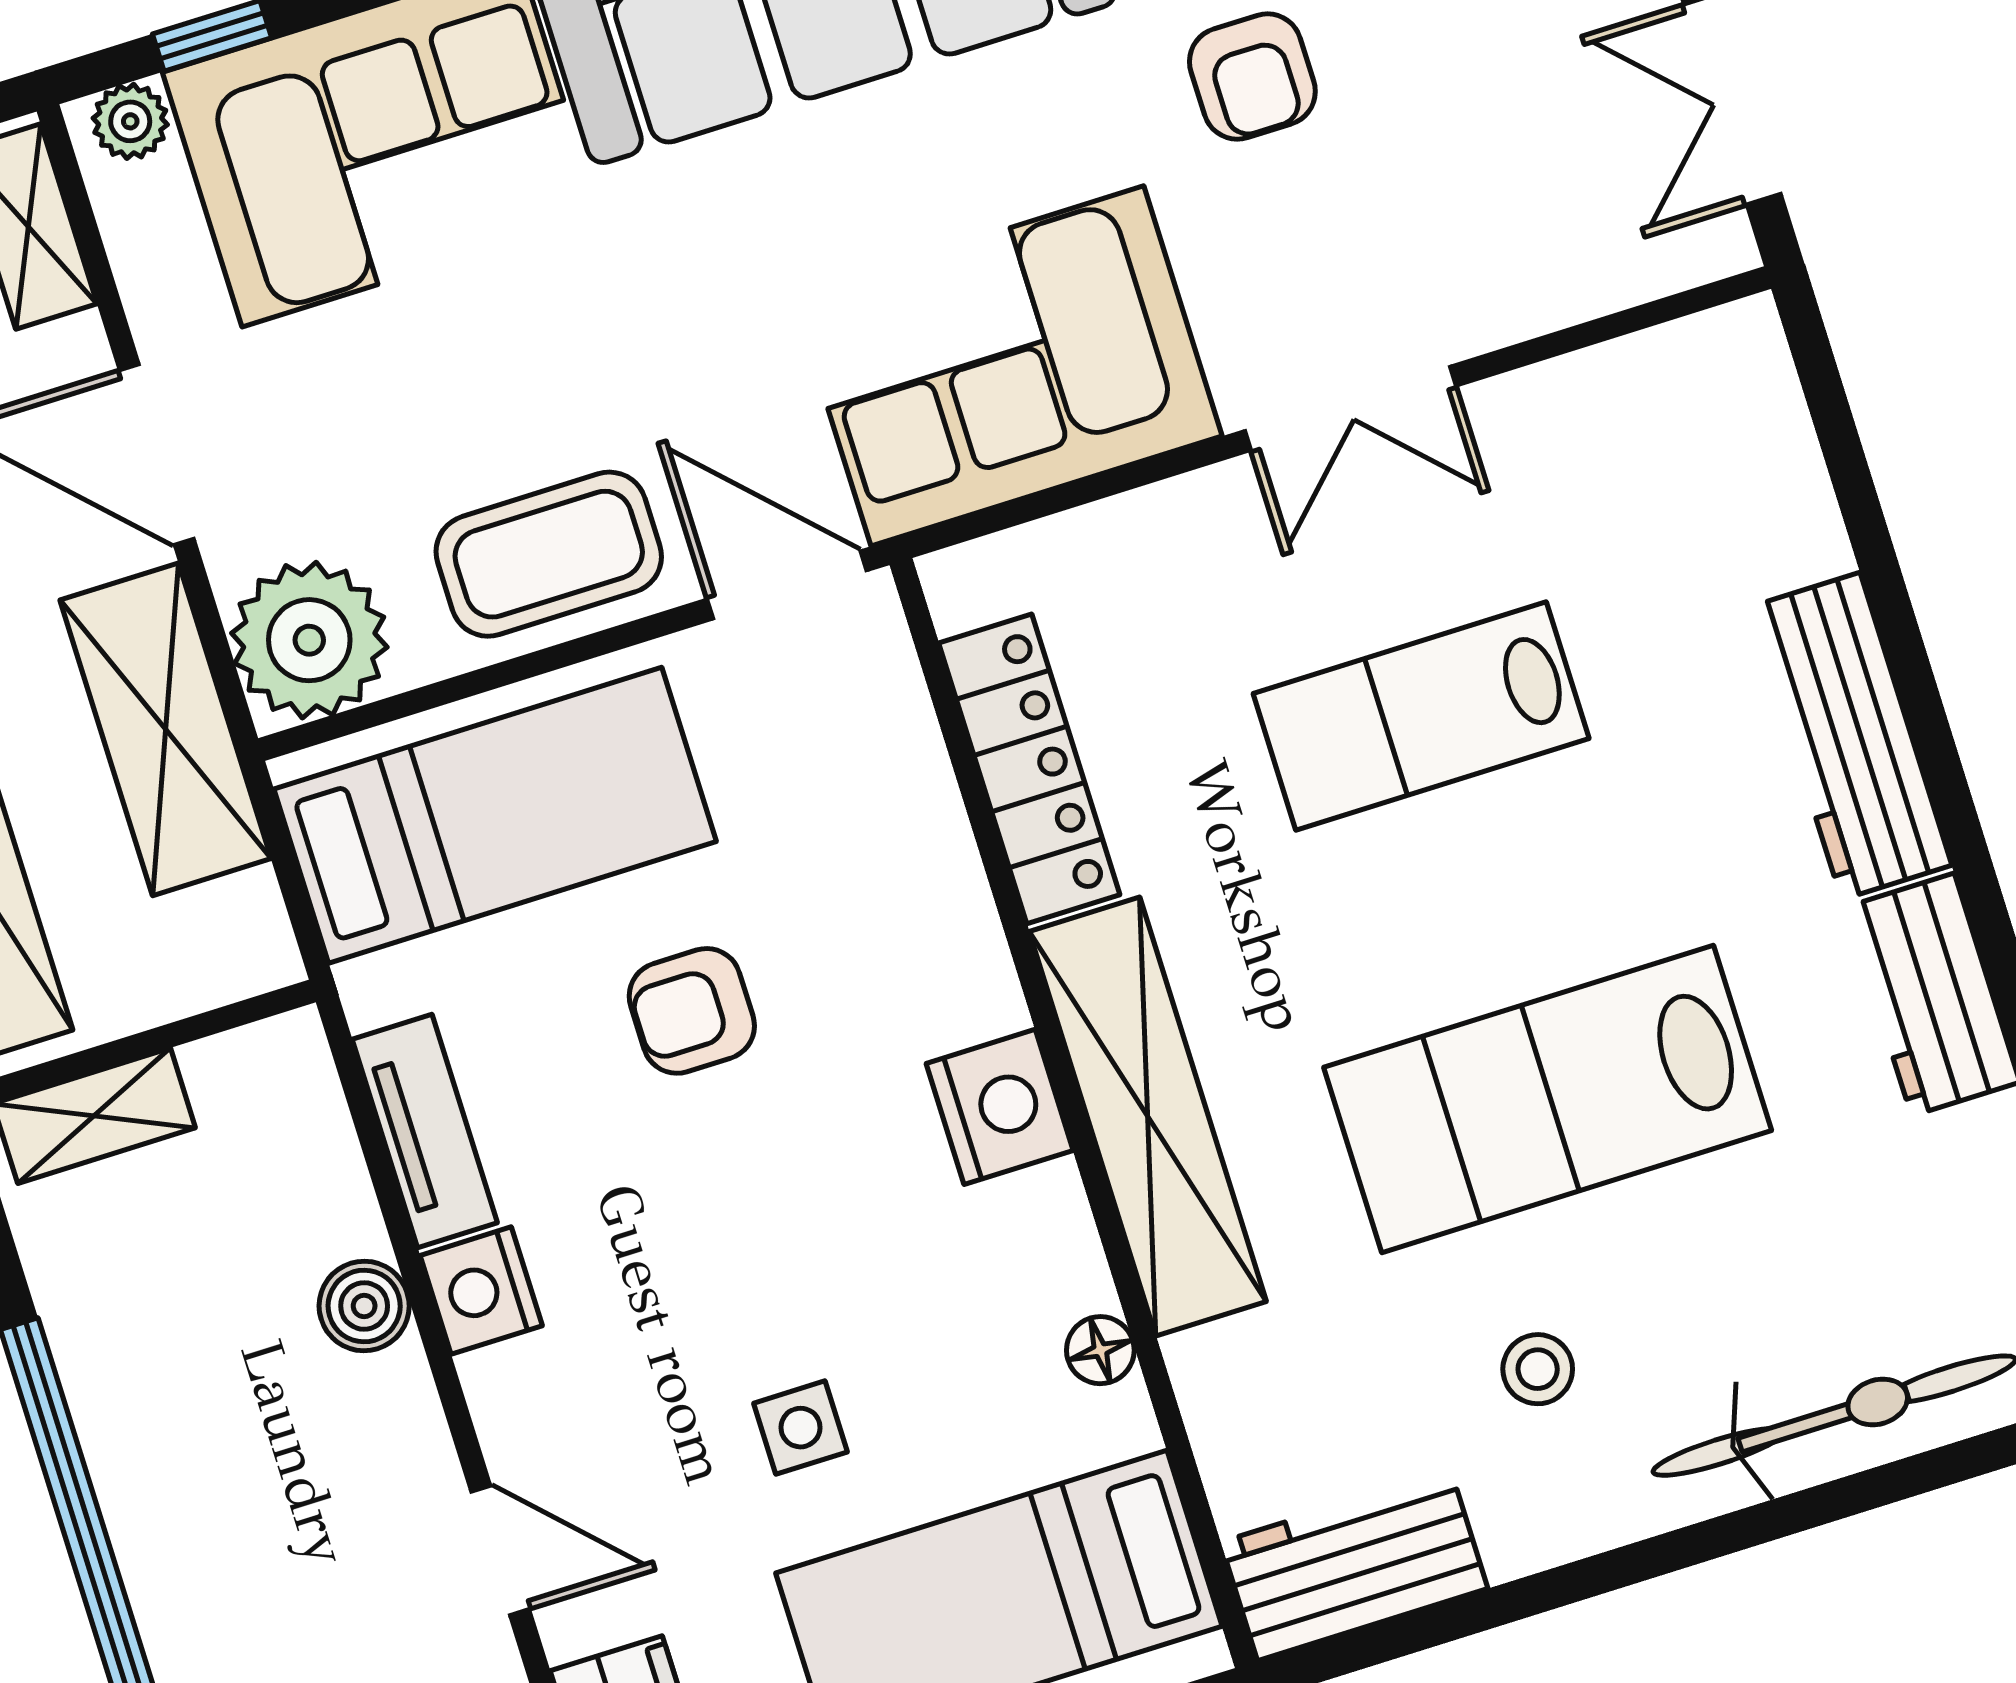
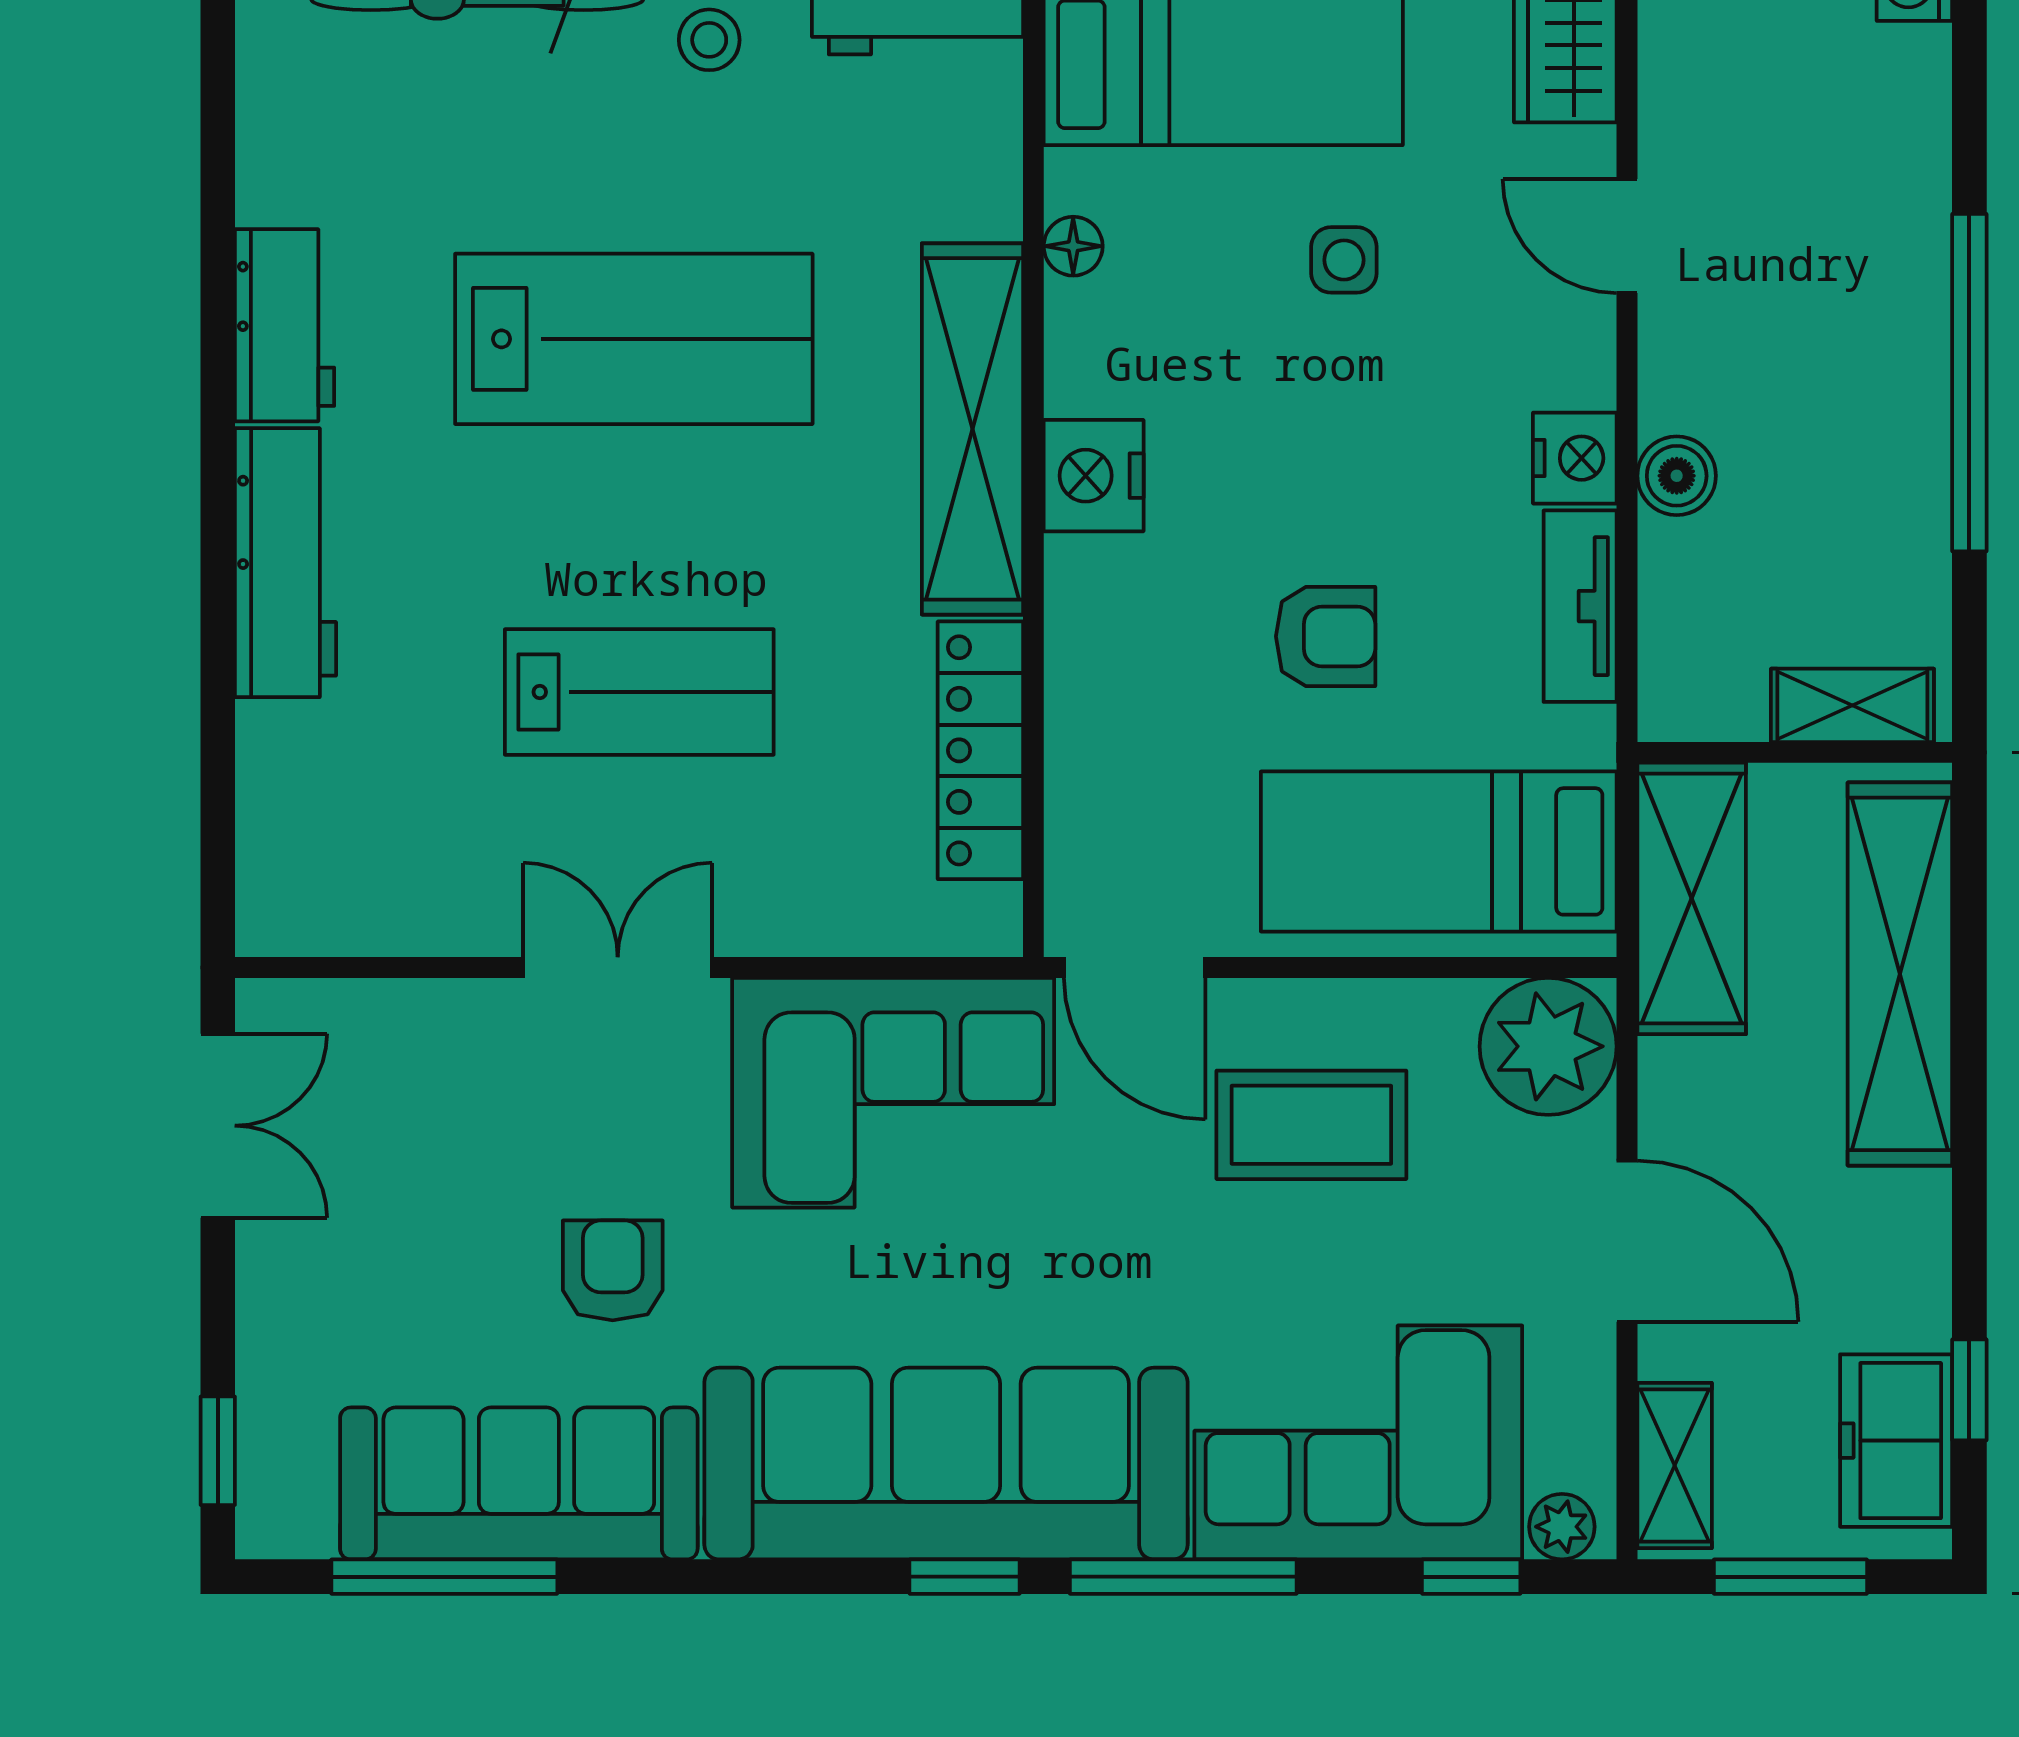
coffee table: (549, 554) -> (1311, 1125), moved
shelving: (165, 729) -> (1692, 898), moved
stool: (1538, 1369) -> (709, 40), moved

